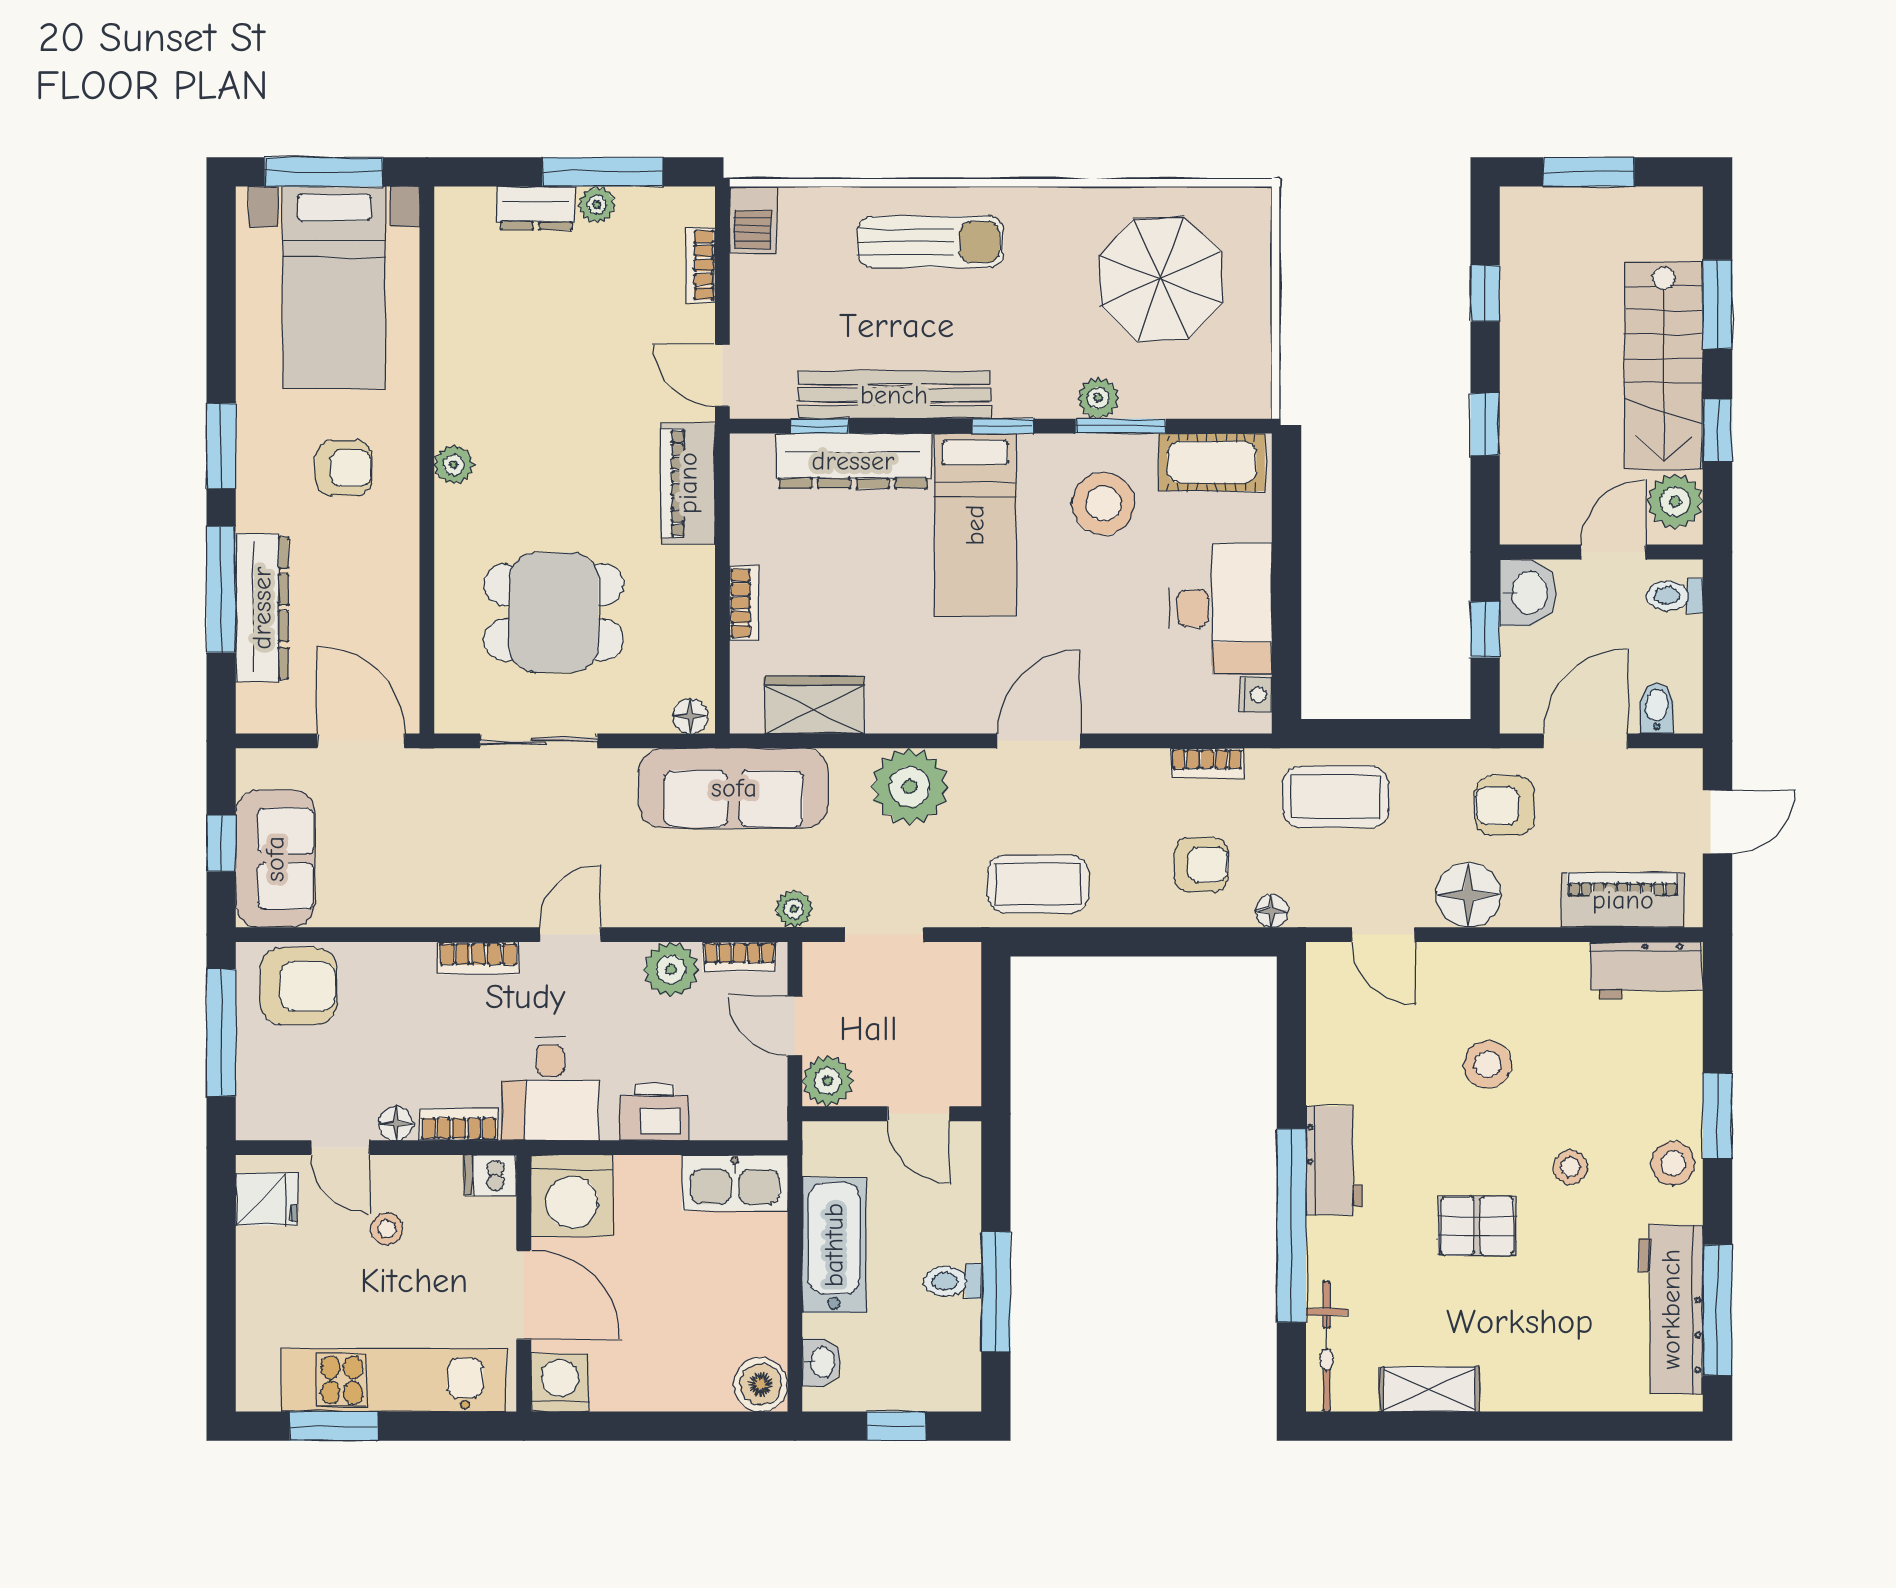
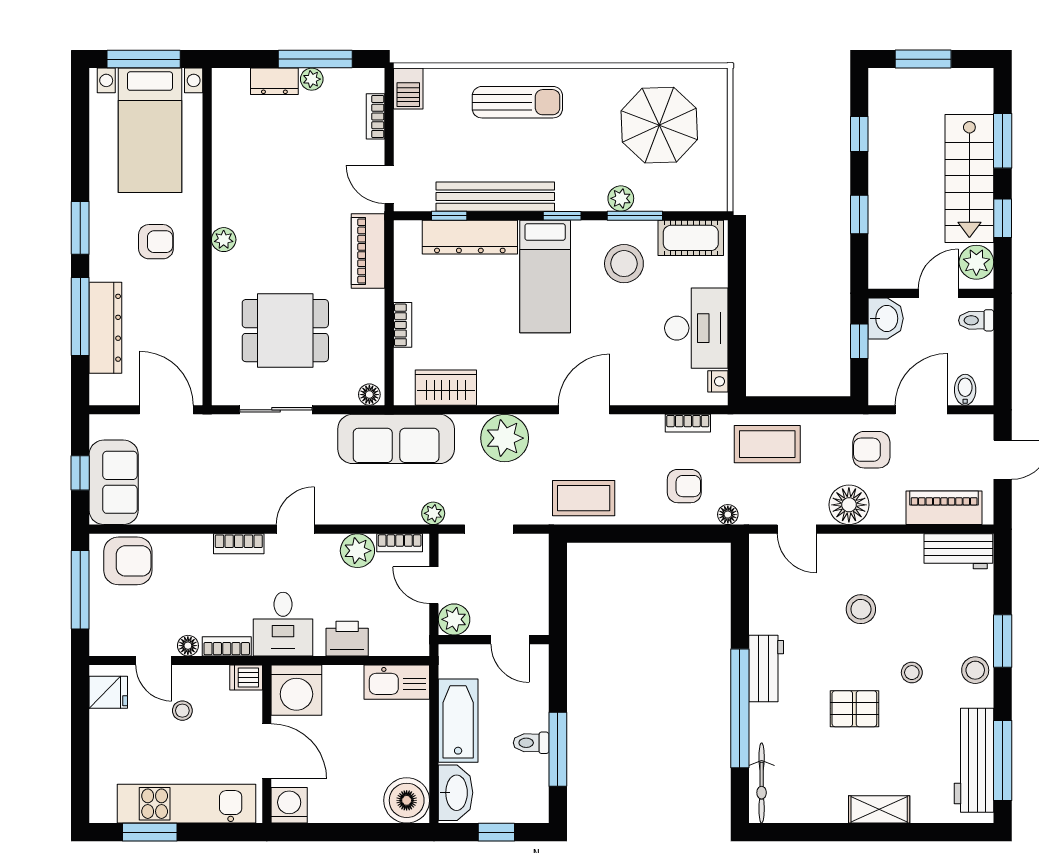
washbasin: (821, 1362) -> (456, 793), width x1.91, depth x1.45
boiler: (761, 1385) -> (407, 800), width x1.37, depth x1.37
shelving: (1429, 1389) -> (879, 809), moved

